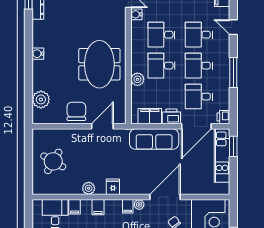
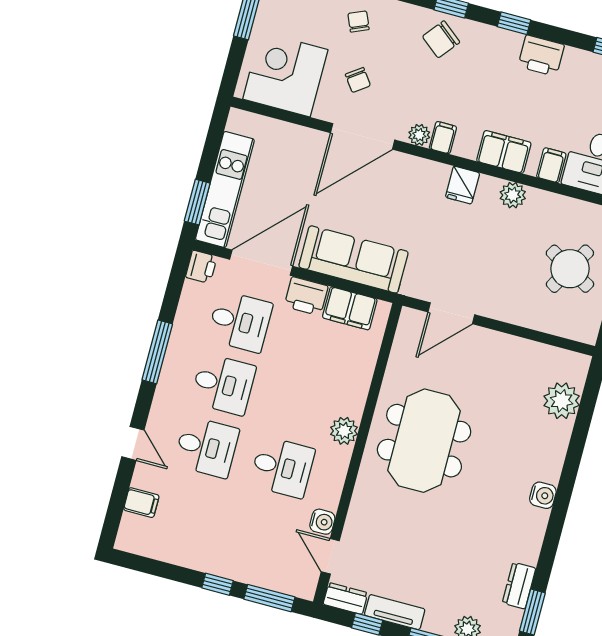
desk: (162, 66) -> (299, 404), removed
plant: (137, 79) -> (344, 431), moved
chair: (76, 111) -> (496, 358), removed
filing cabinet: (98, 207) -> (504, 152), width x2.00

